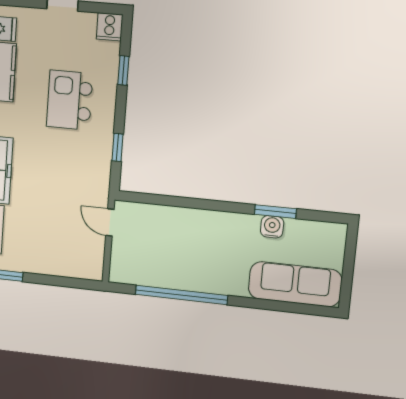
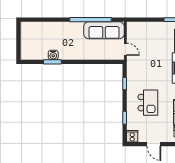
sofa: (295, 284) -> (104, 30), moved

